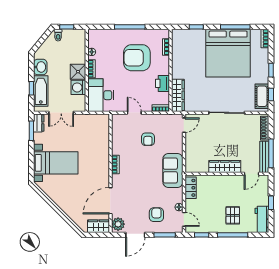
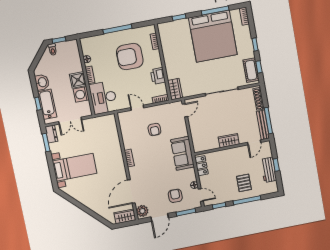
wardrobe: (178, 95) -> (175, 89), width x0.67
wardrobe: (225, 167) -> (229, 141), width x0.67
workbench: (262, 219) -> (269, 170), moved

